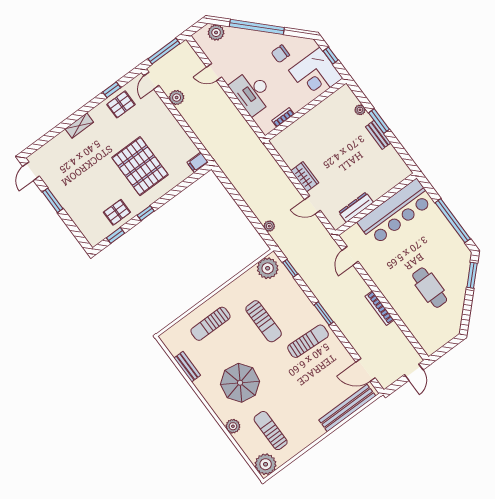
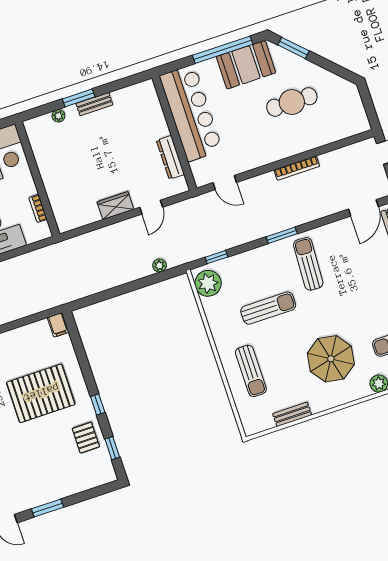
booth: (447, 243) -> (246, 65), added

